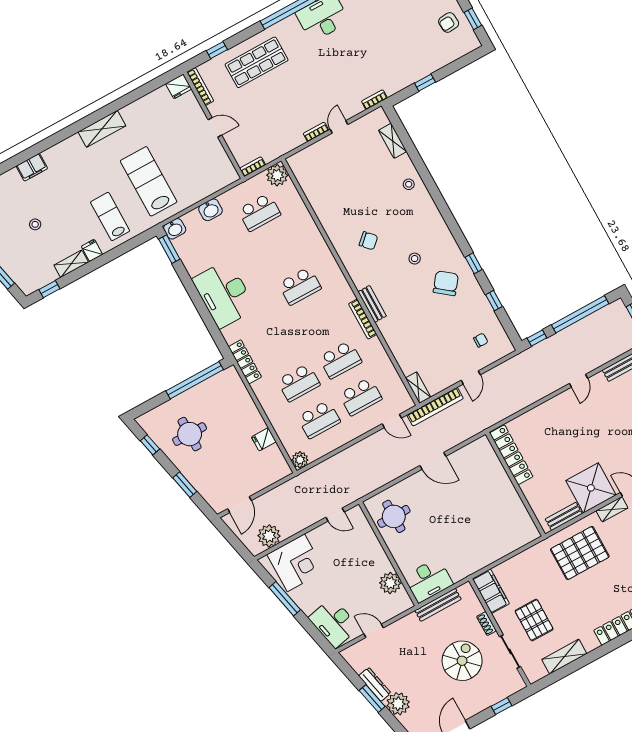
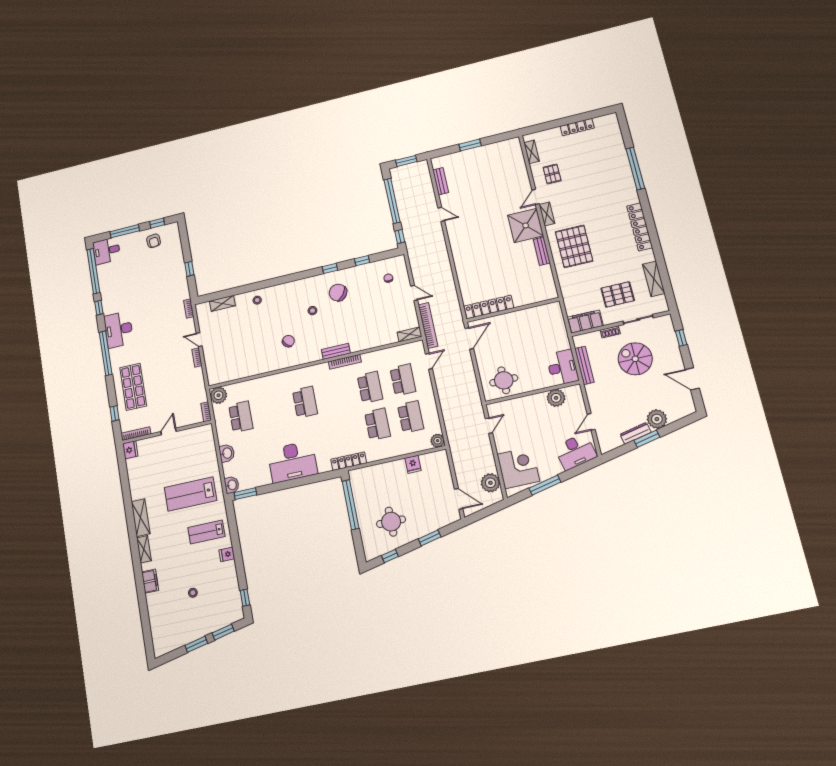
shelving: (71, 264) -> (144, 549), moved
locker: (511, 455) -> (489, 307), moved
wall: (515, 484) -> (513, 310), moved

